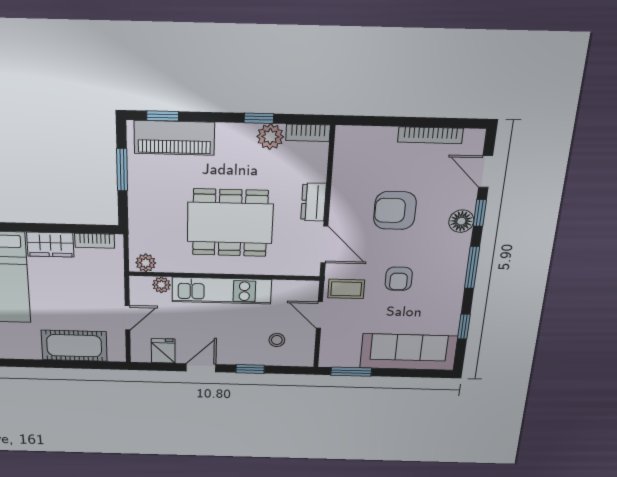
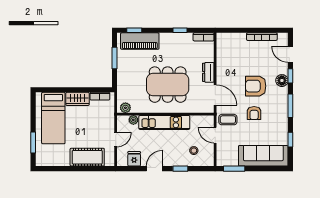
plant: (270, 137) -> (186, 39), removed
armchair: (395, 210) -> (256, 86), moved

